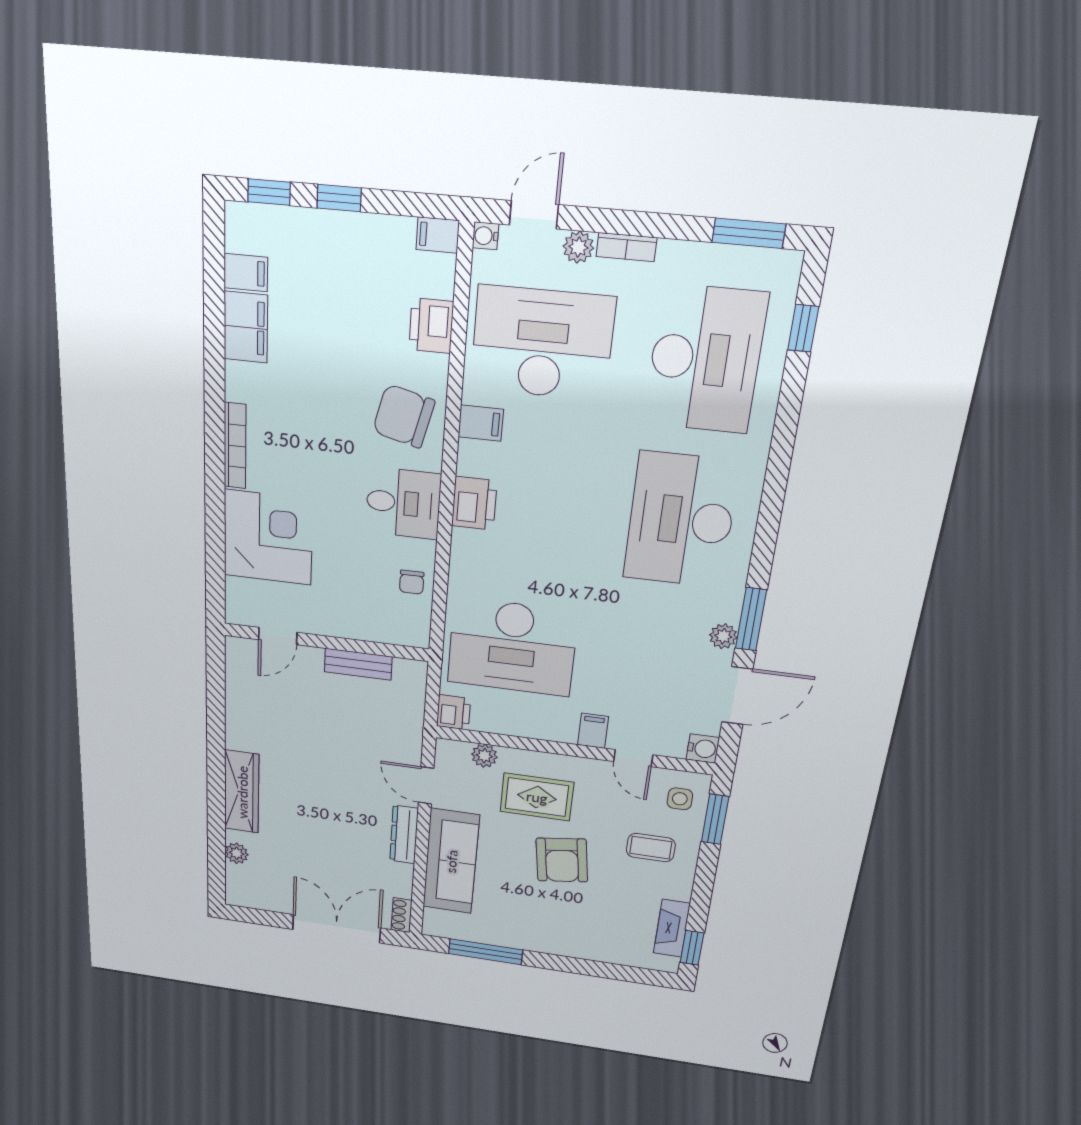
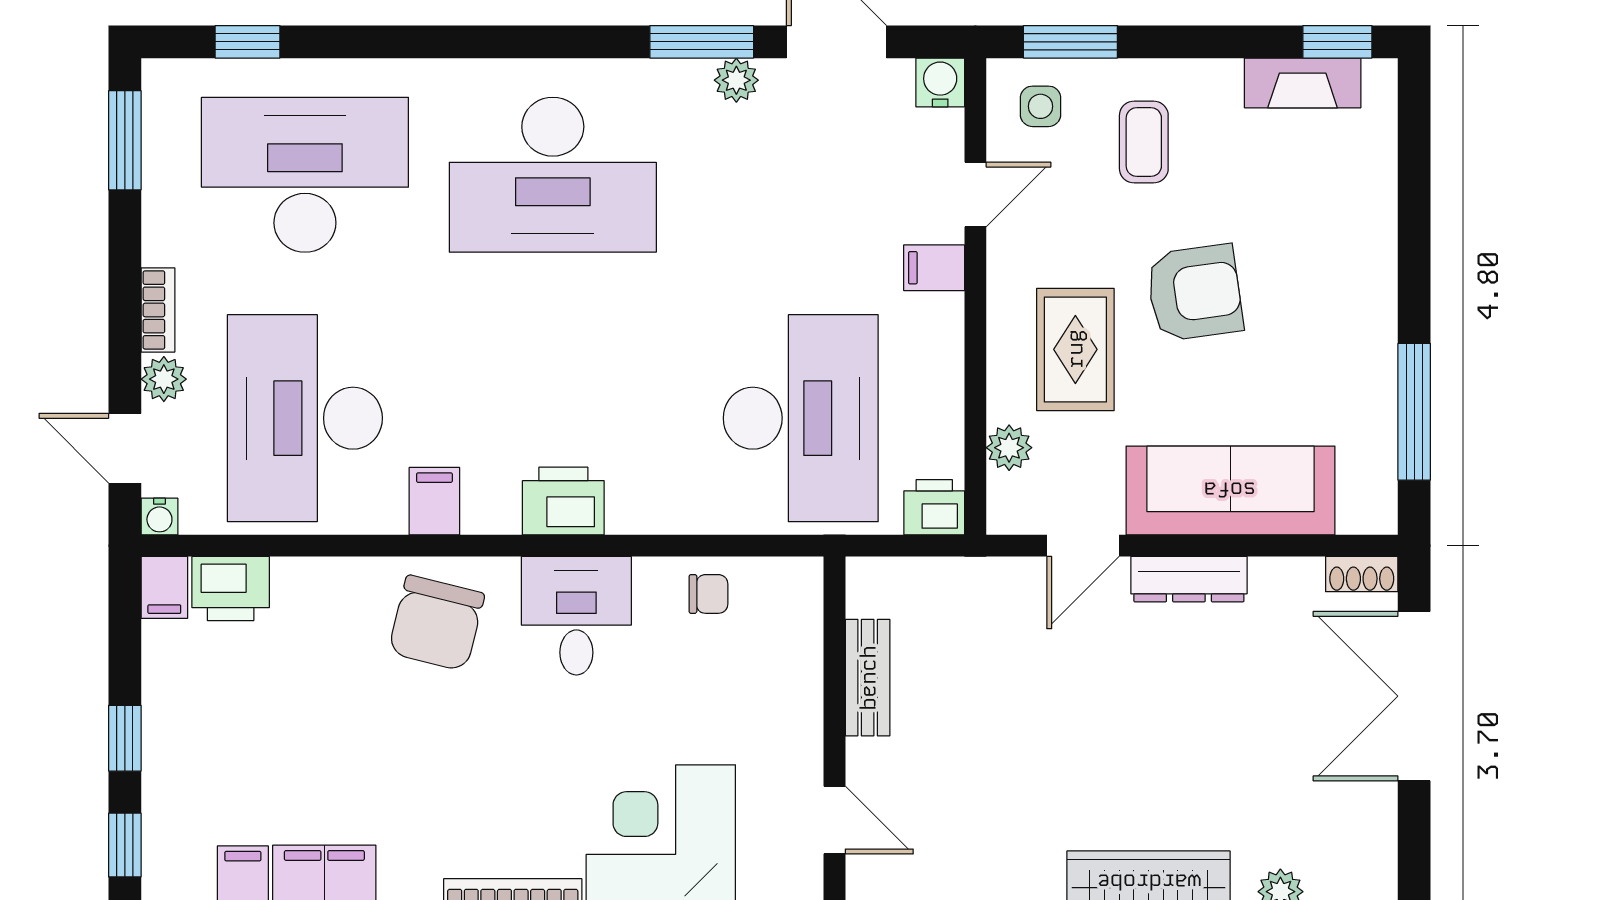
printer: (431, 326) -> (231, 589), moved

